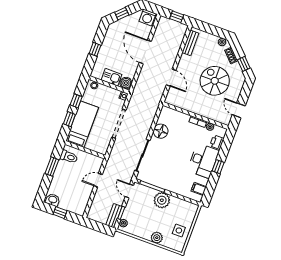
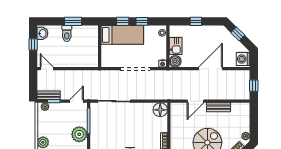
bench: (190, 43) -> (218, 107), moved
floor lamp: (161, 131) -> (160, 110), moved
toilet: (69, 157) -> (67, 34), moved
door: (98, 180) -> (47, 69), moved

